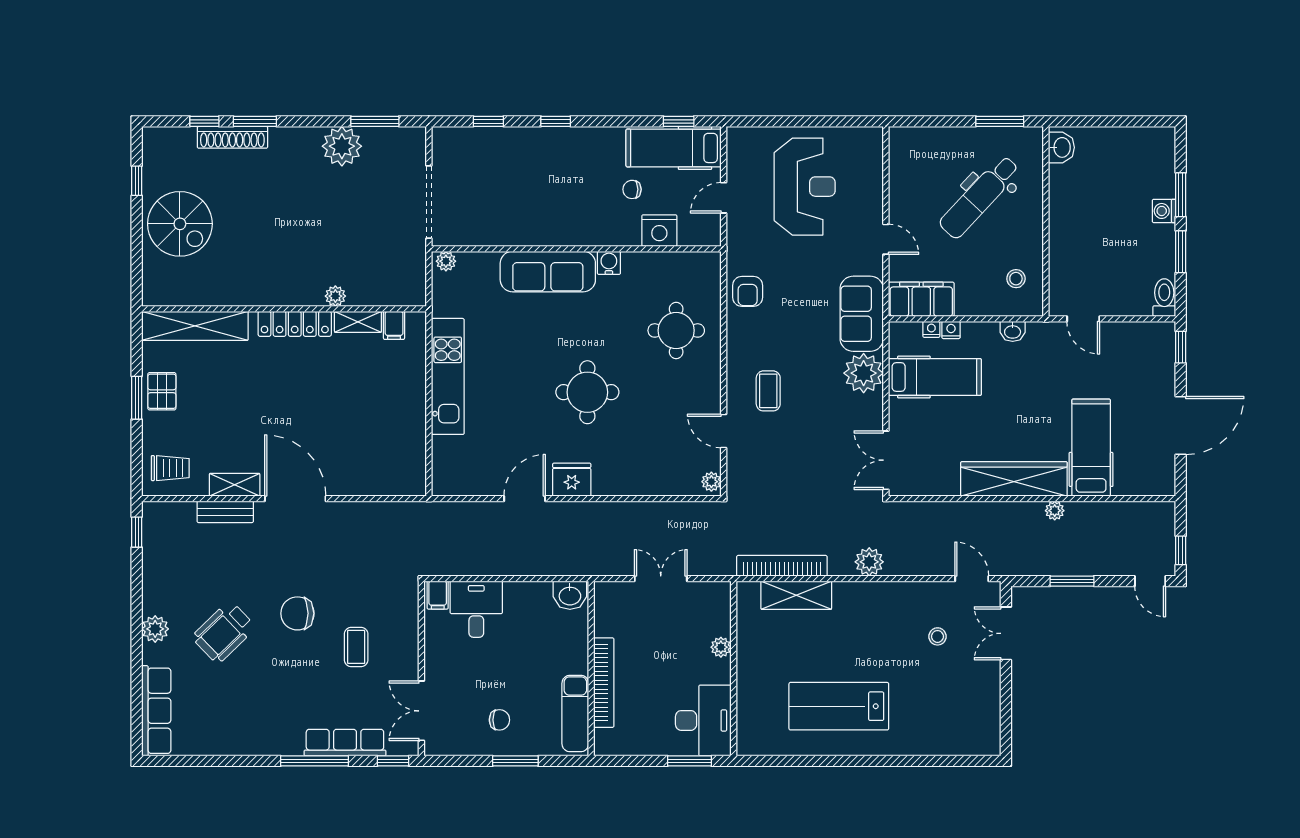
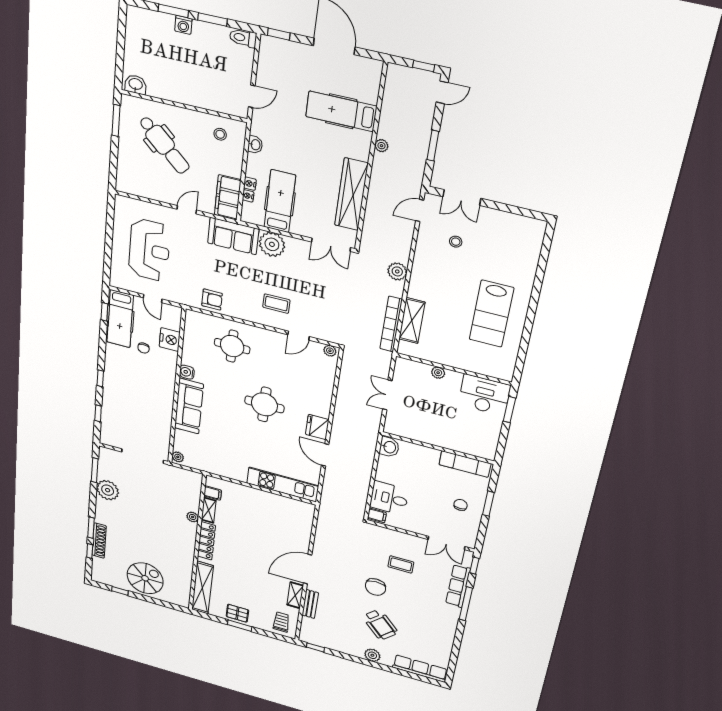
reception desk: (805, 187) -> (149, 250), turned 90
kitchen unit: (448, 376) -> (283, 484), moved
wardrobe: (1014, 479) -> (351, 194), moved
bookcase: (604, 683) -> (448, 444), removed

